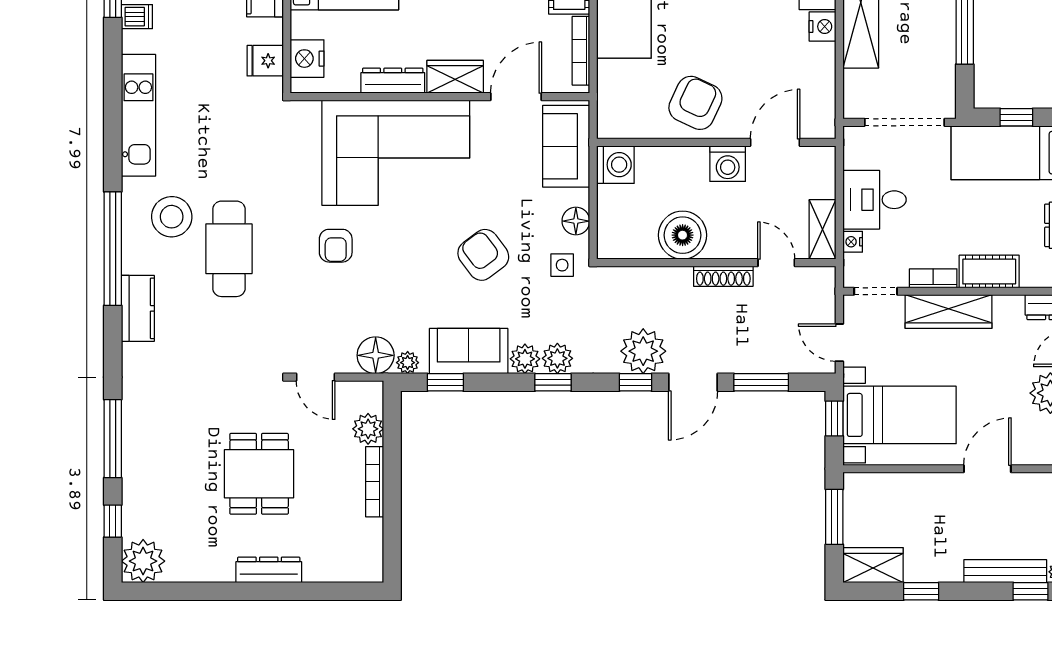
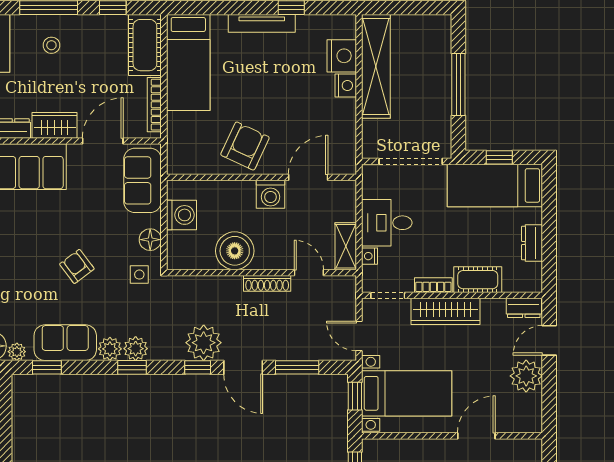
washing machine: (615, 165) -> (182, 215), moved
armchair: (483, 255) -> (77, 266), width x0.72, depth x0.72
door: (693, 382) -> (243, 367), hinge flipped

